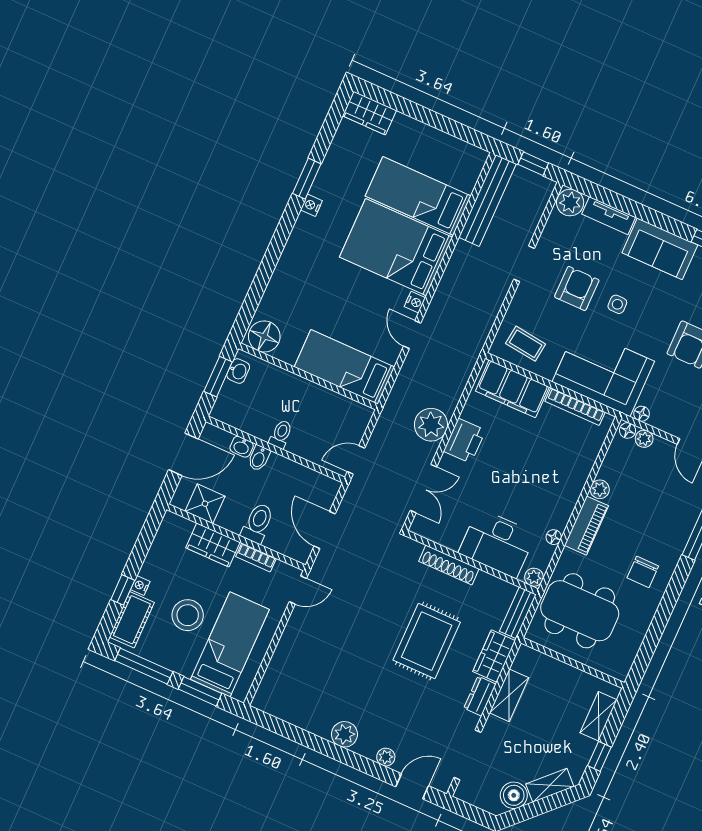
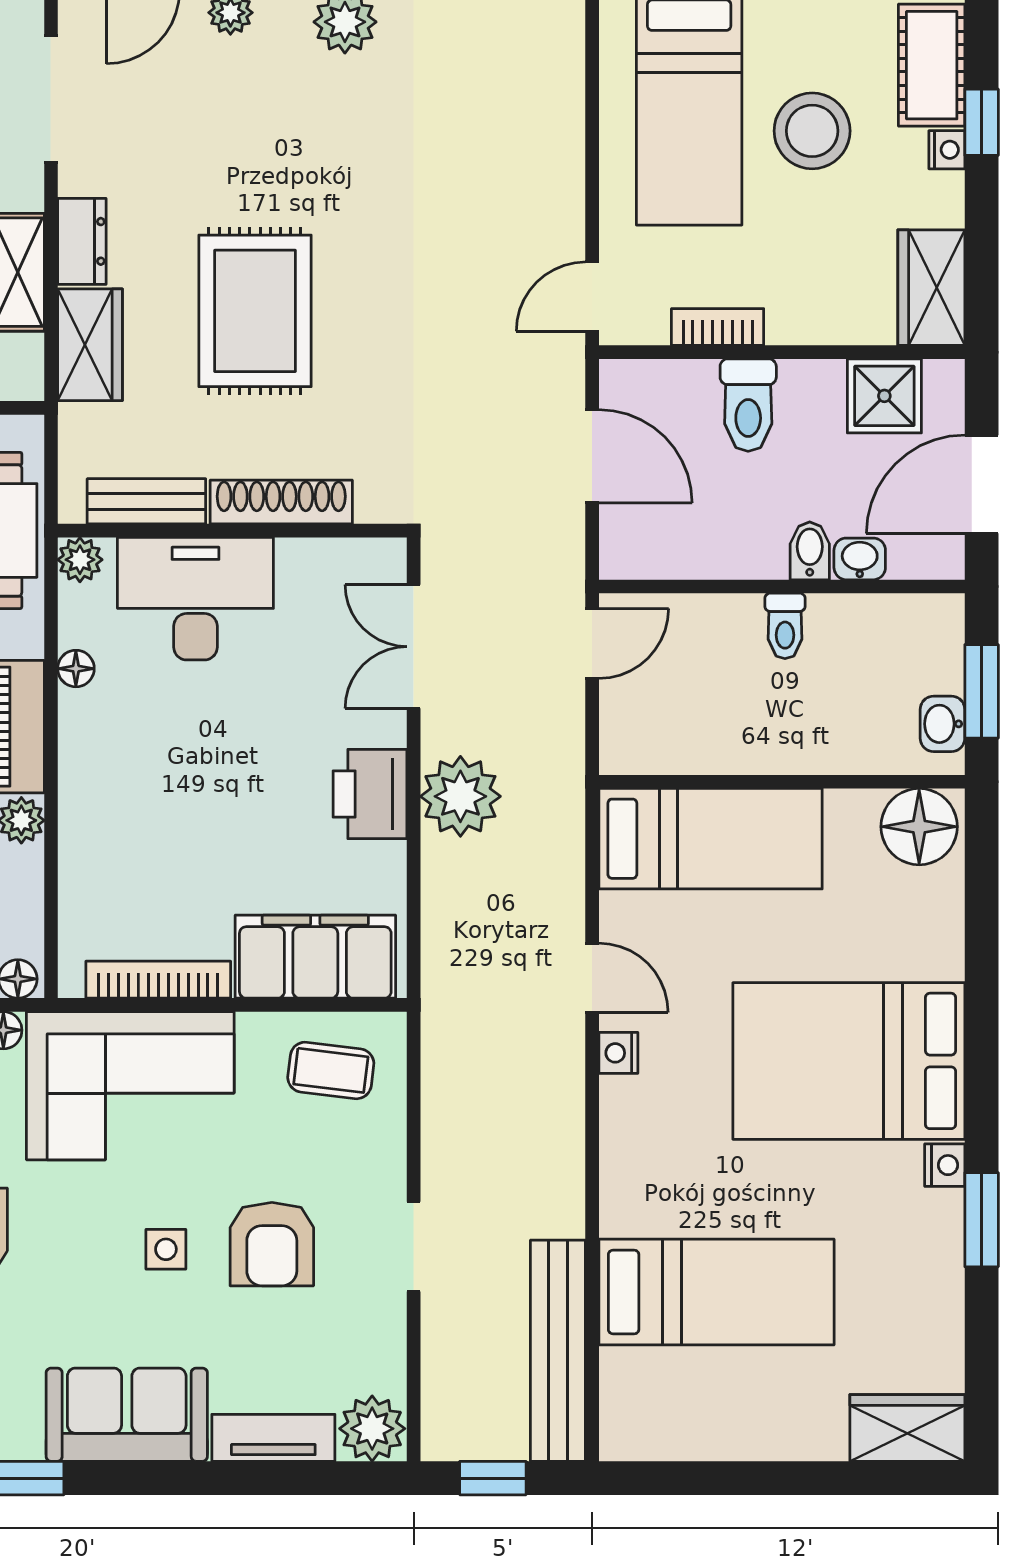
bed: (396, 247) -> (849, 1061), moved, turned 180
wardrobe: (213, 545) -> (931, 288), moved, turned -90
bench: (518, 613) -> (146, 501), moved, turned 90

